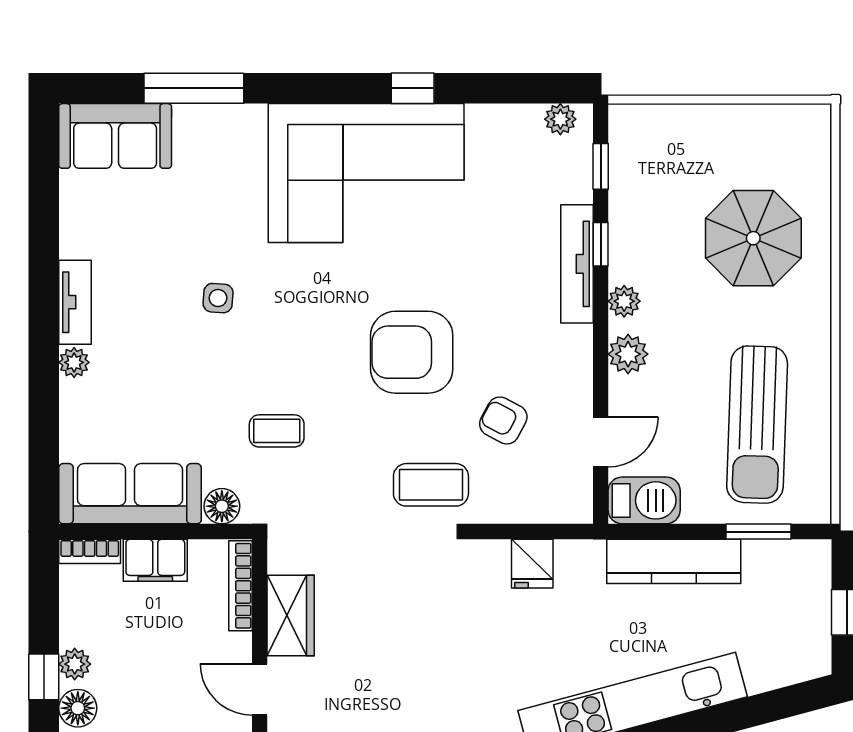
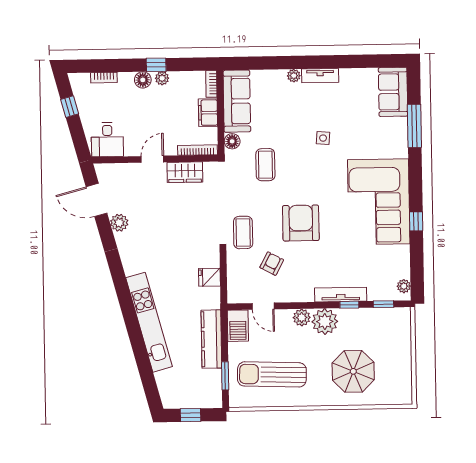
plant: (624, 301) -> (325, 322), width x1.88, depth x1.88
coffee table: (277, 431) -> (265, 165), width x1.36, depth x1.30

